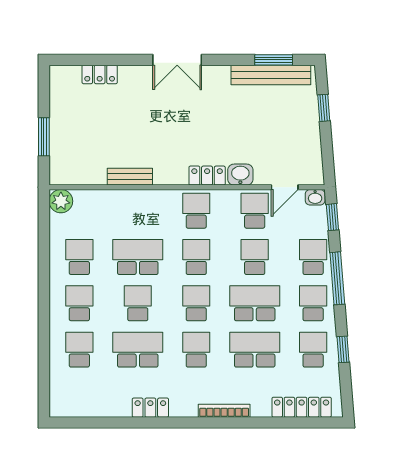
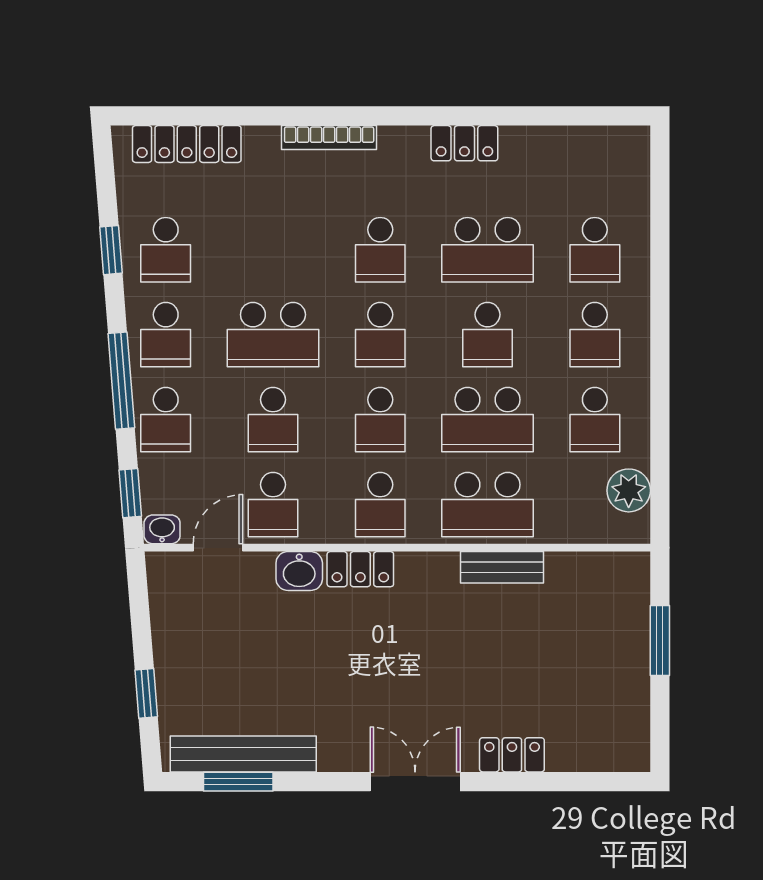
locker: (100, 74) -> (512, 755), moved
plant: (61, 201) -> (629, 490), moved
school desk: (255, 350) -> (488, 505), moved

